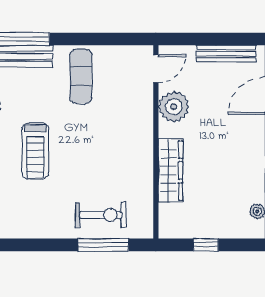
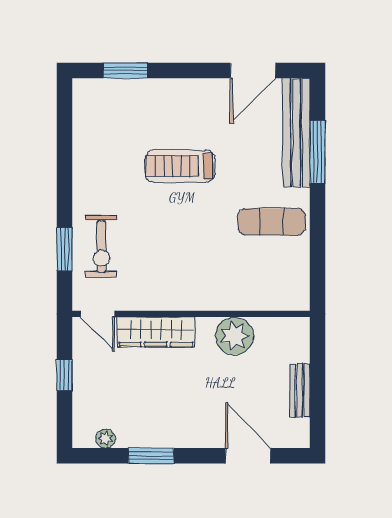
bench: (226, 54) -> (300, 391), width x0.73
door: (156, 69) -> (97, 314), moved
window: (103, 245) -> (64, 249), width x0.69

